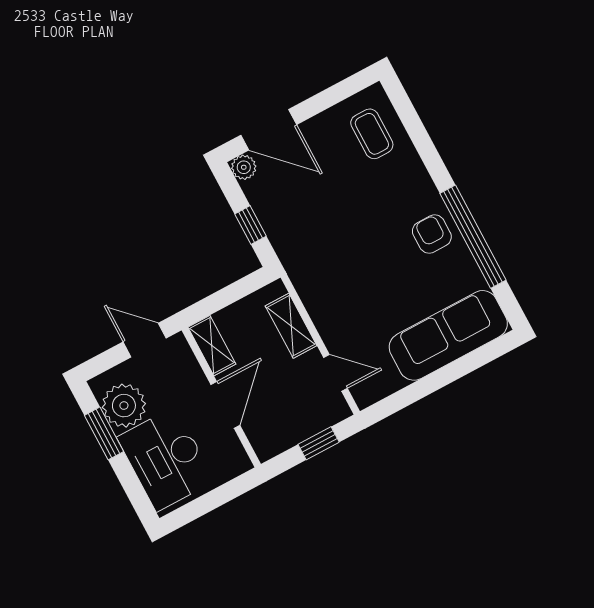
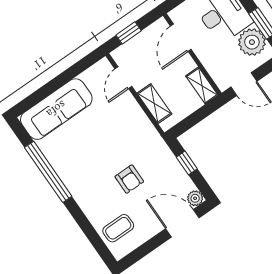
coffee table: (372, 134) -> (118, 228), turned 90
armchair: (432, 234) -> (129, 179), moved
door: (335, 373) -> (123, 78), hinge flipped
door: (225, 405) -> (181, 38), moved

